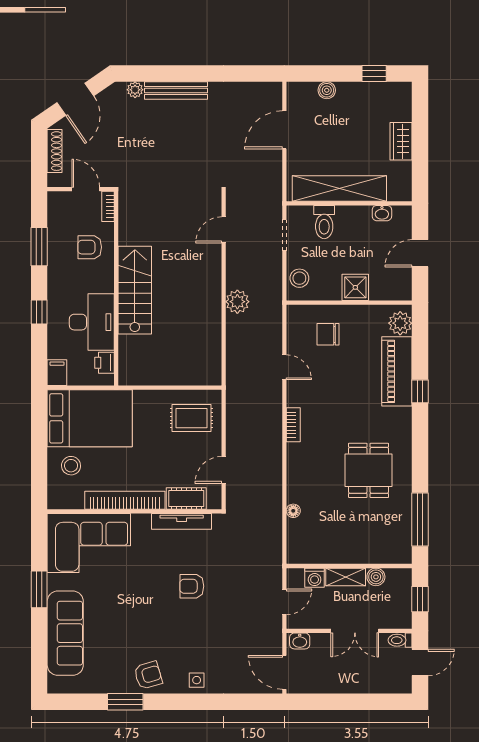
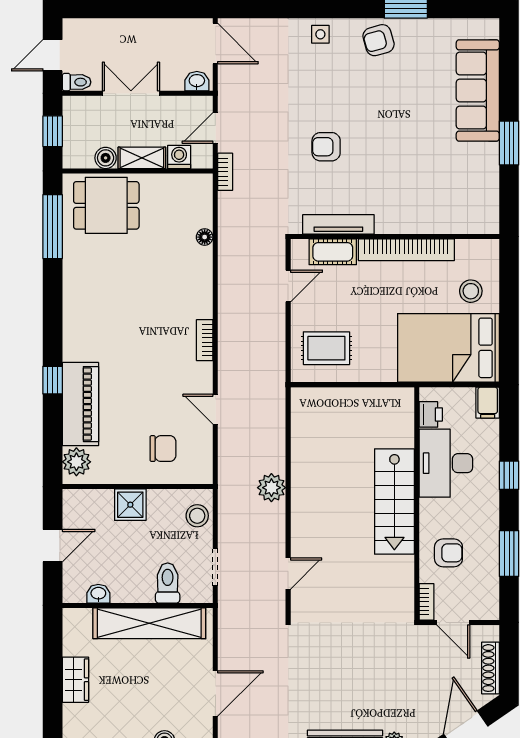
dining table: (369, 470) -> (106, 205), moved, turned 90
corner sofa: (89, 543) -> (450, 199), removed
bookcase: (276, 565) -> (225, 172), added
armchair: (192, 586) -> (326, 147), turned 180

